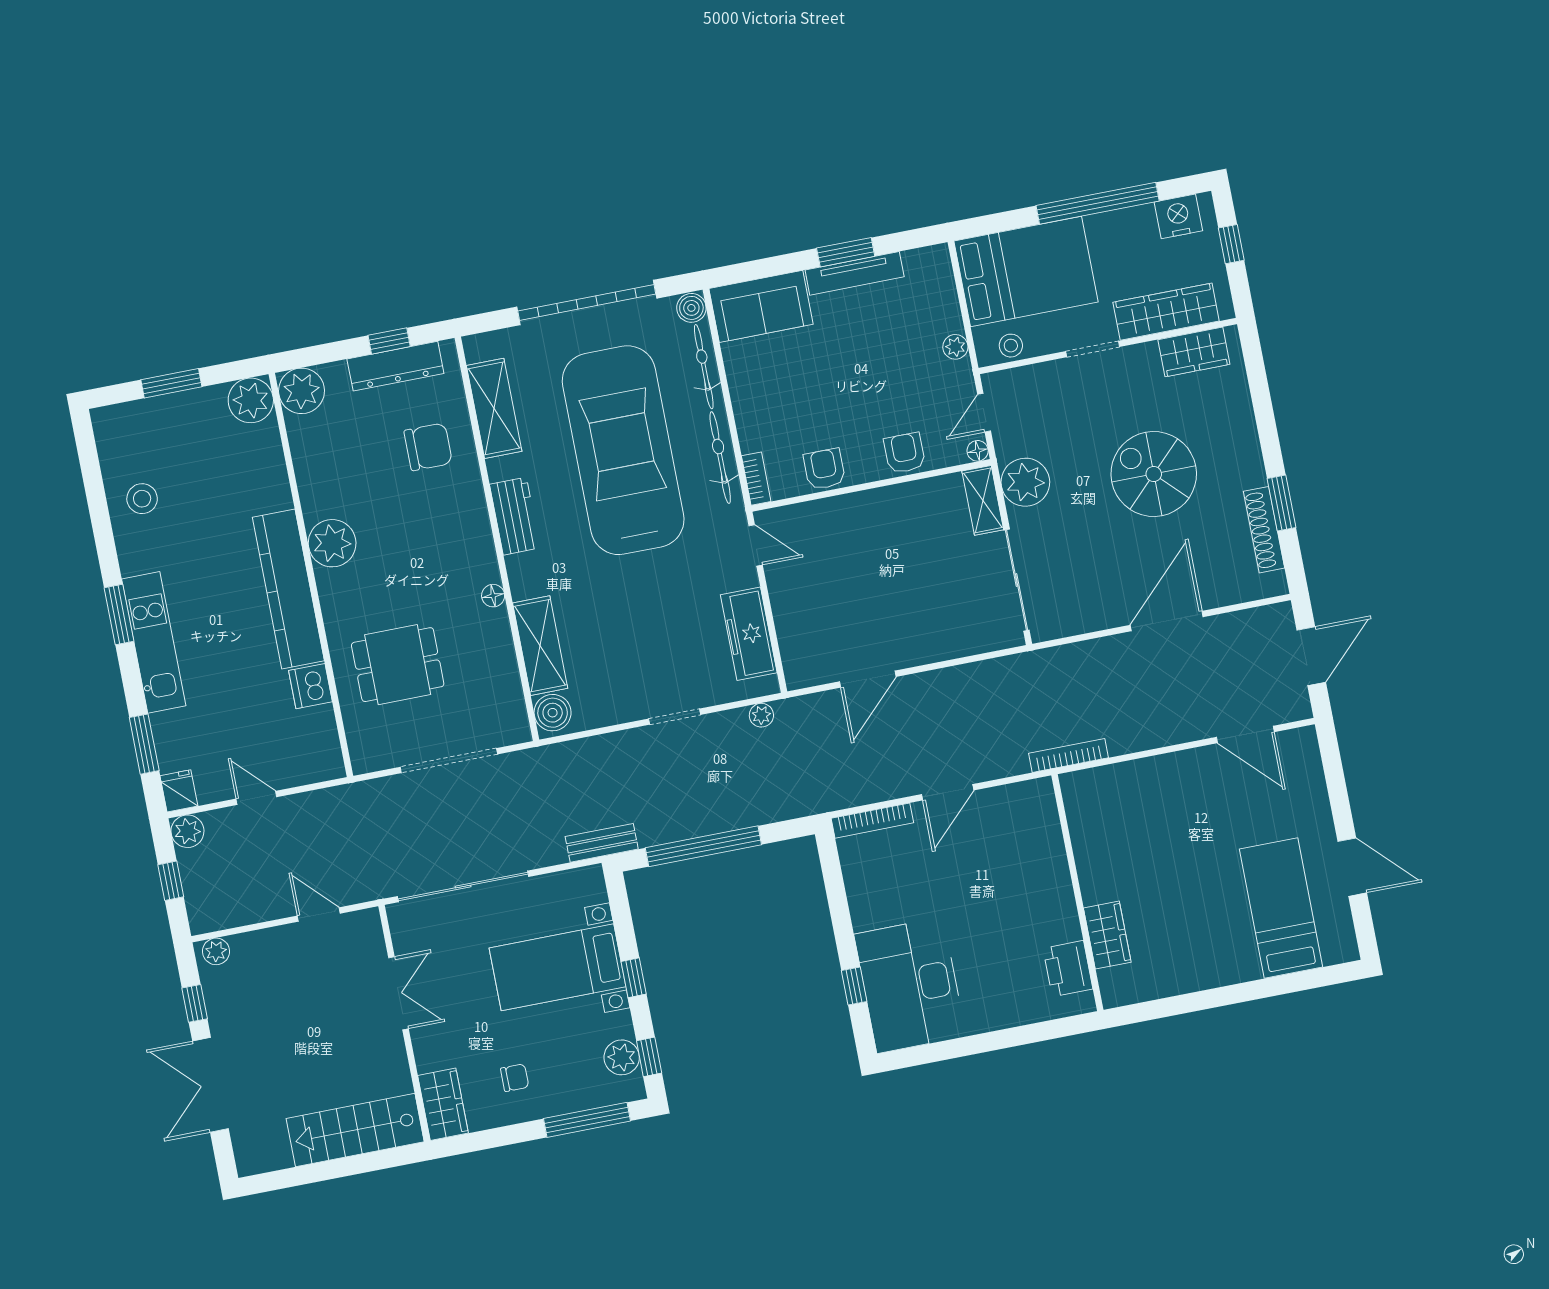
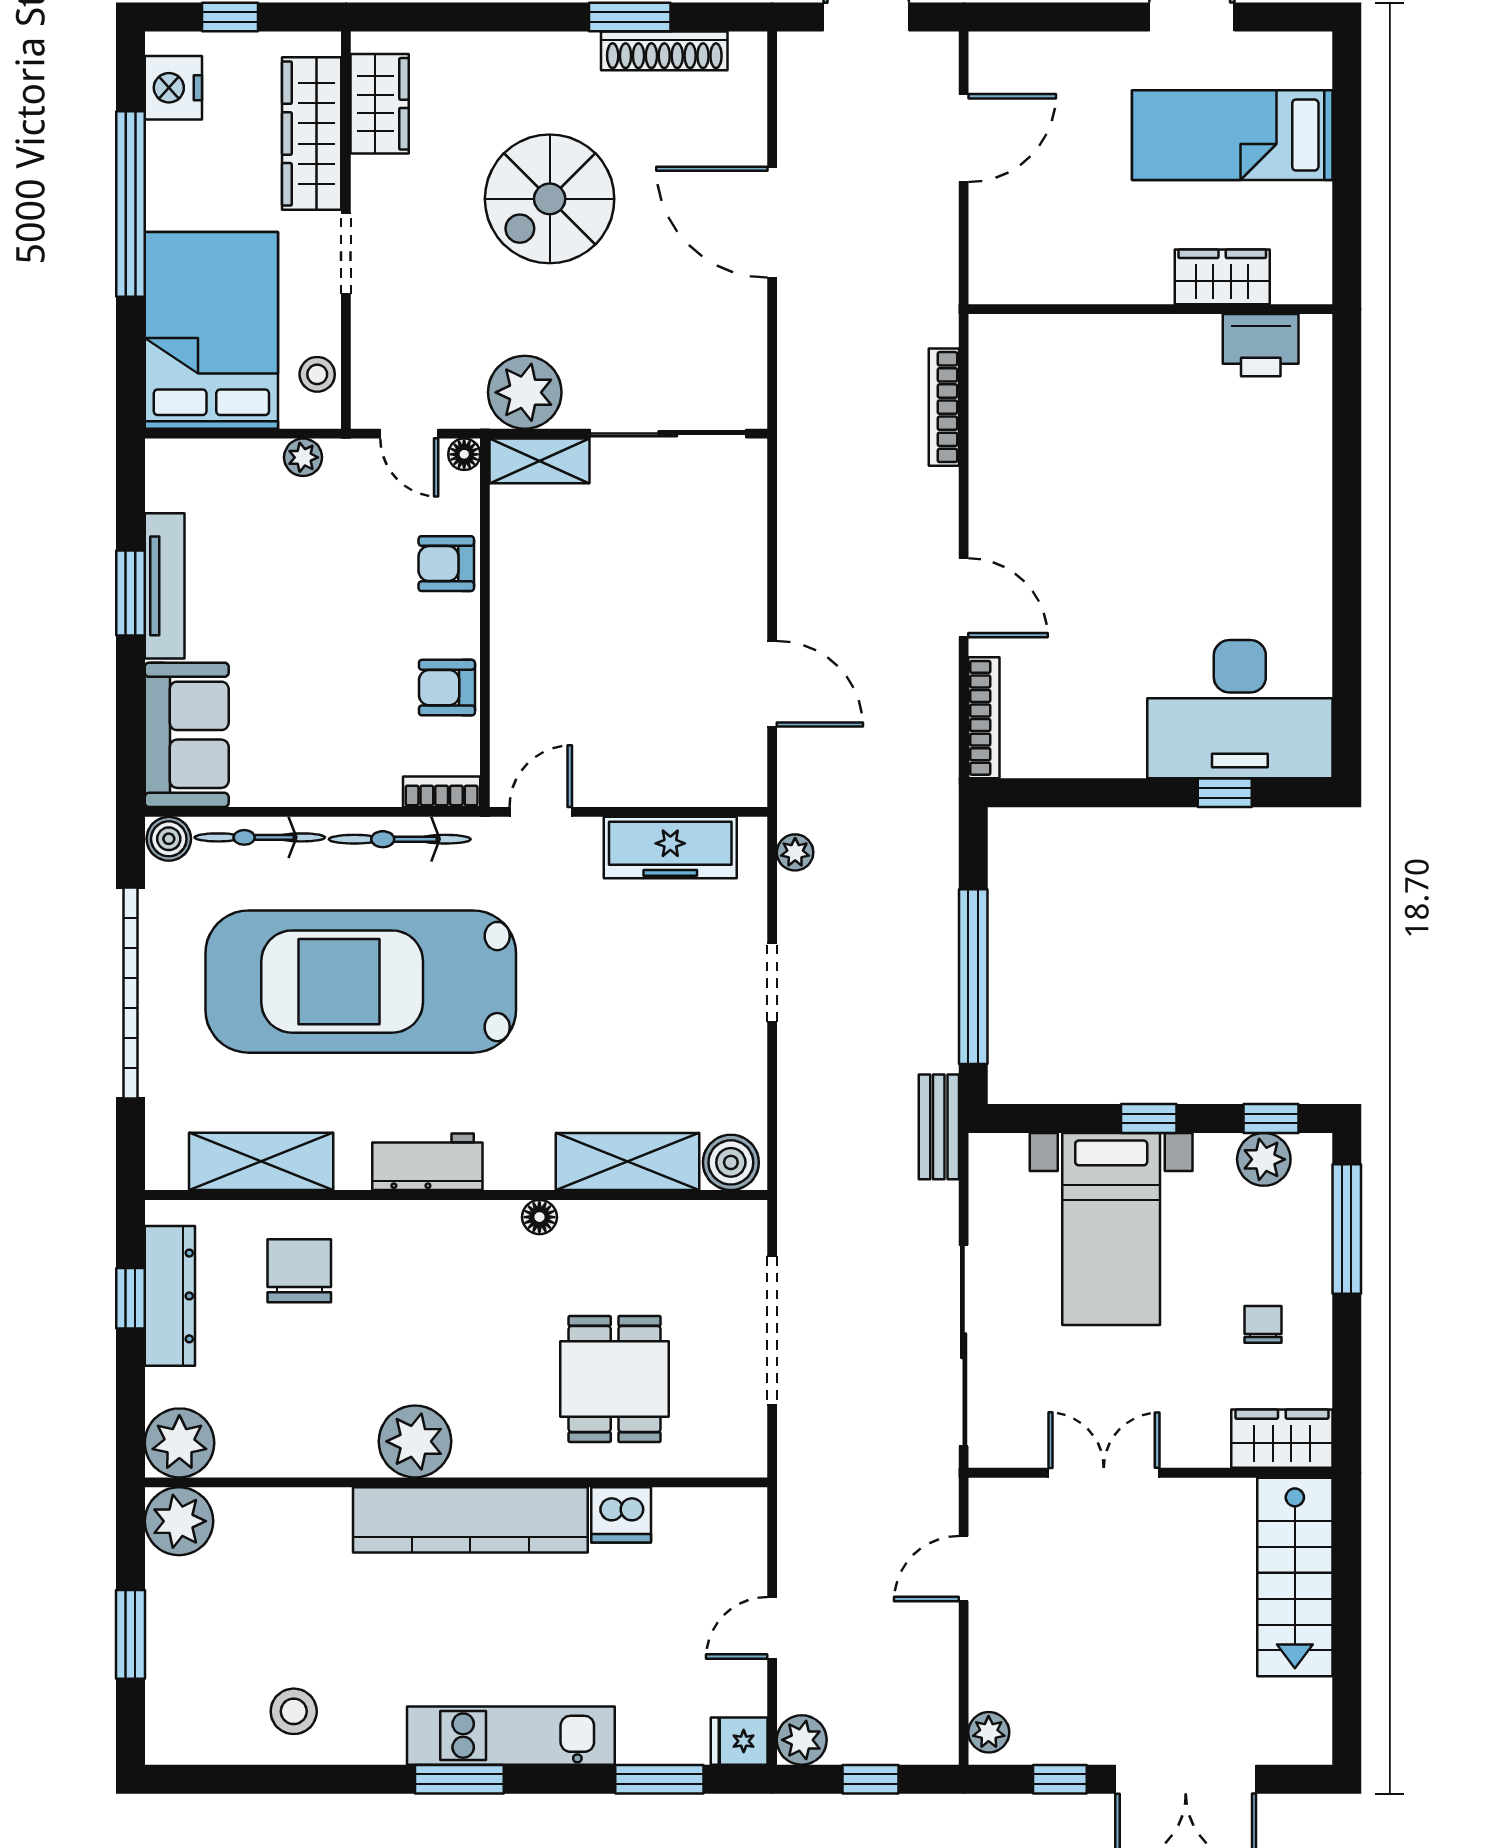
wall: (1077, 893) -> (1150, 309), moved
wardrobe: (1107, 935) -> (1222, 277), moved
printer: (1068, 969) -> (1261, 345), moved

